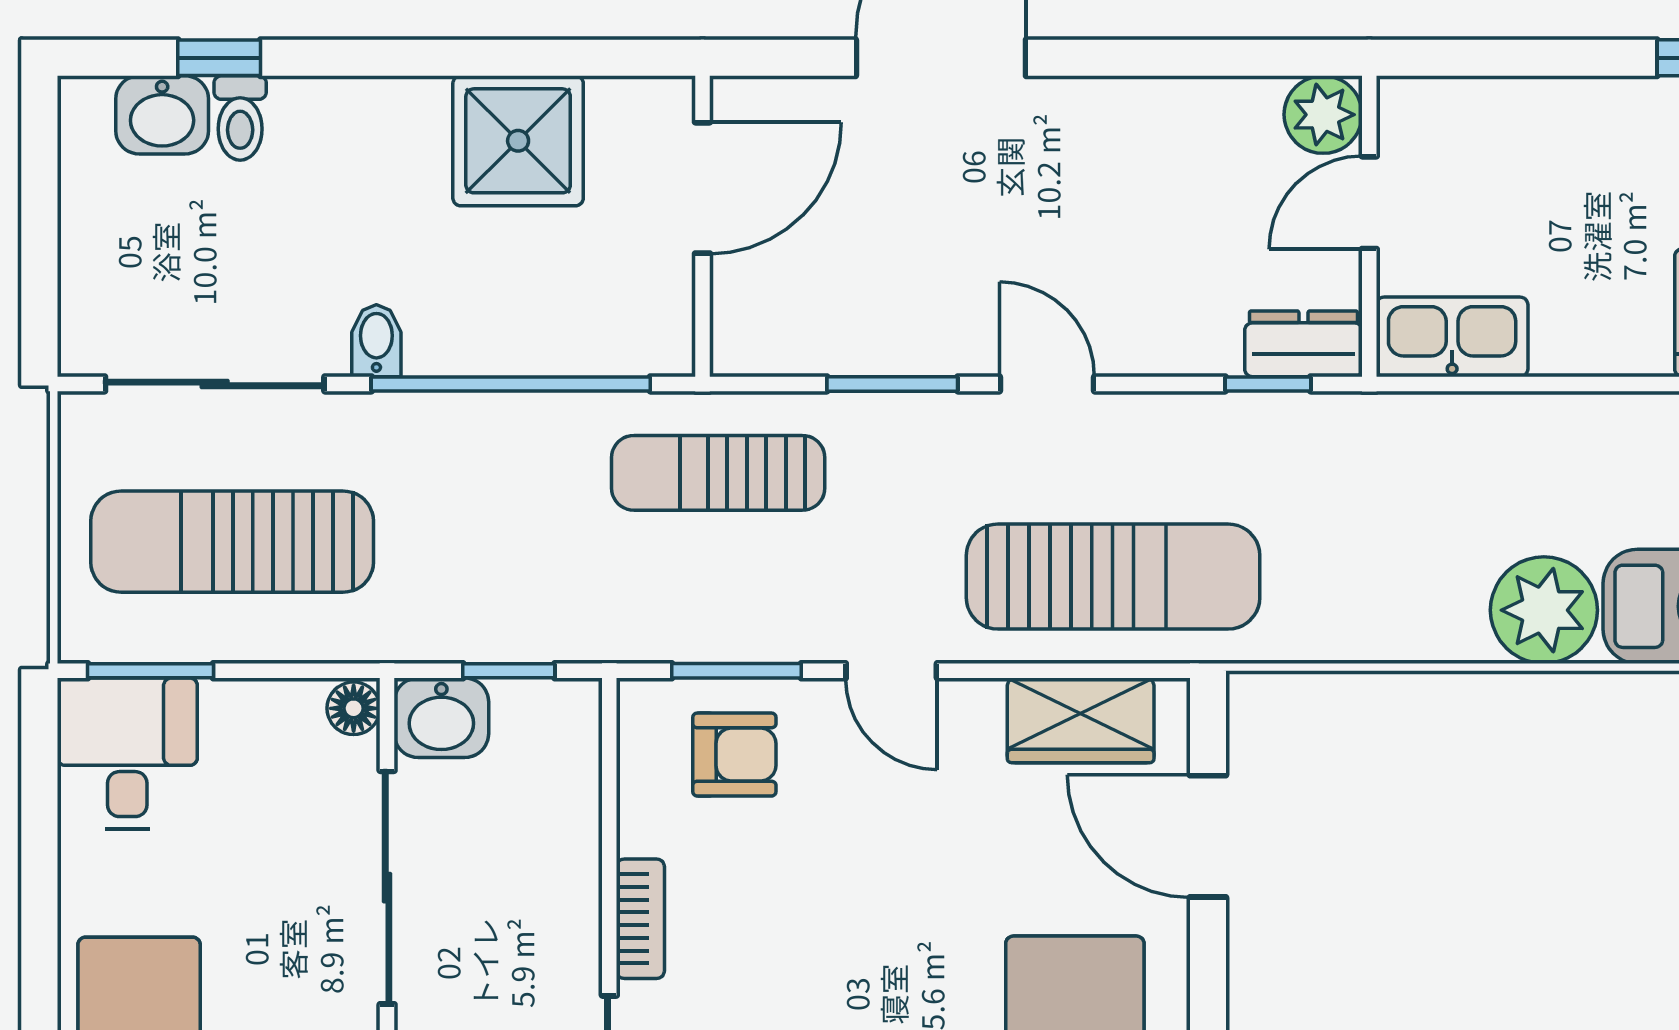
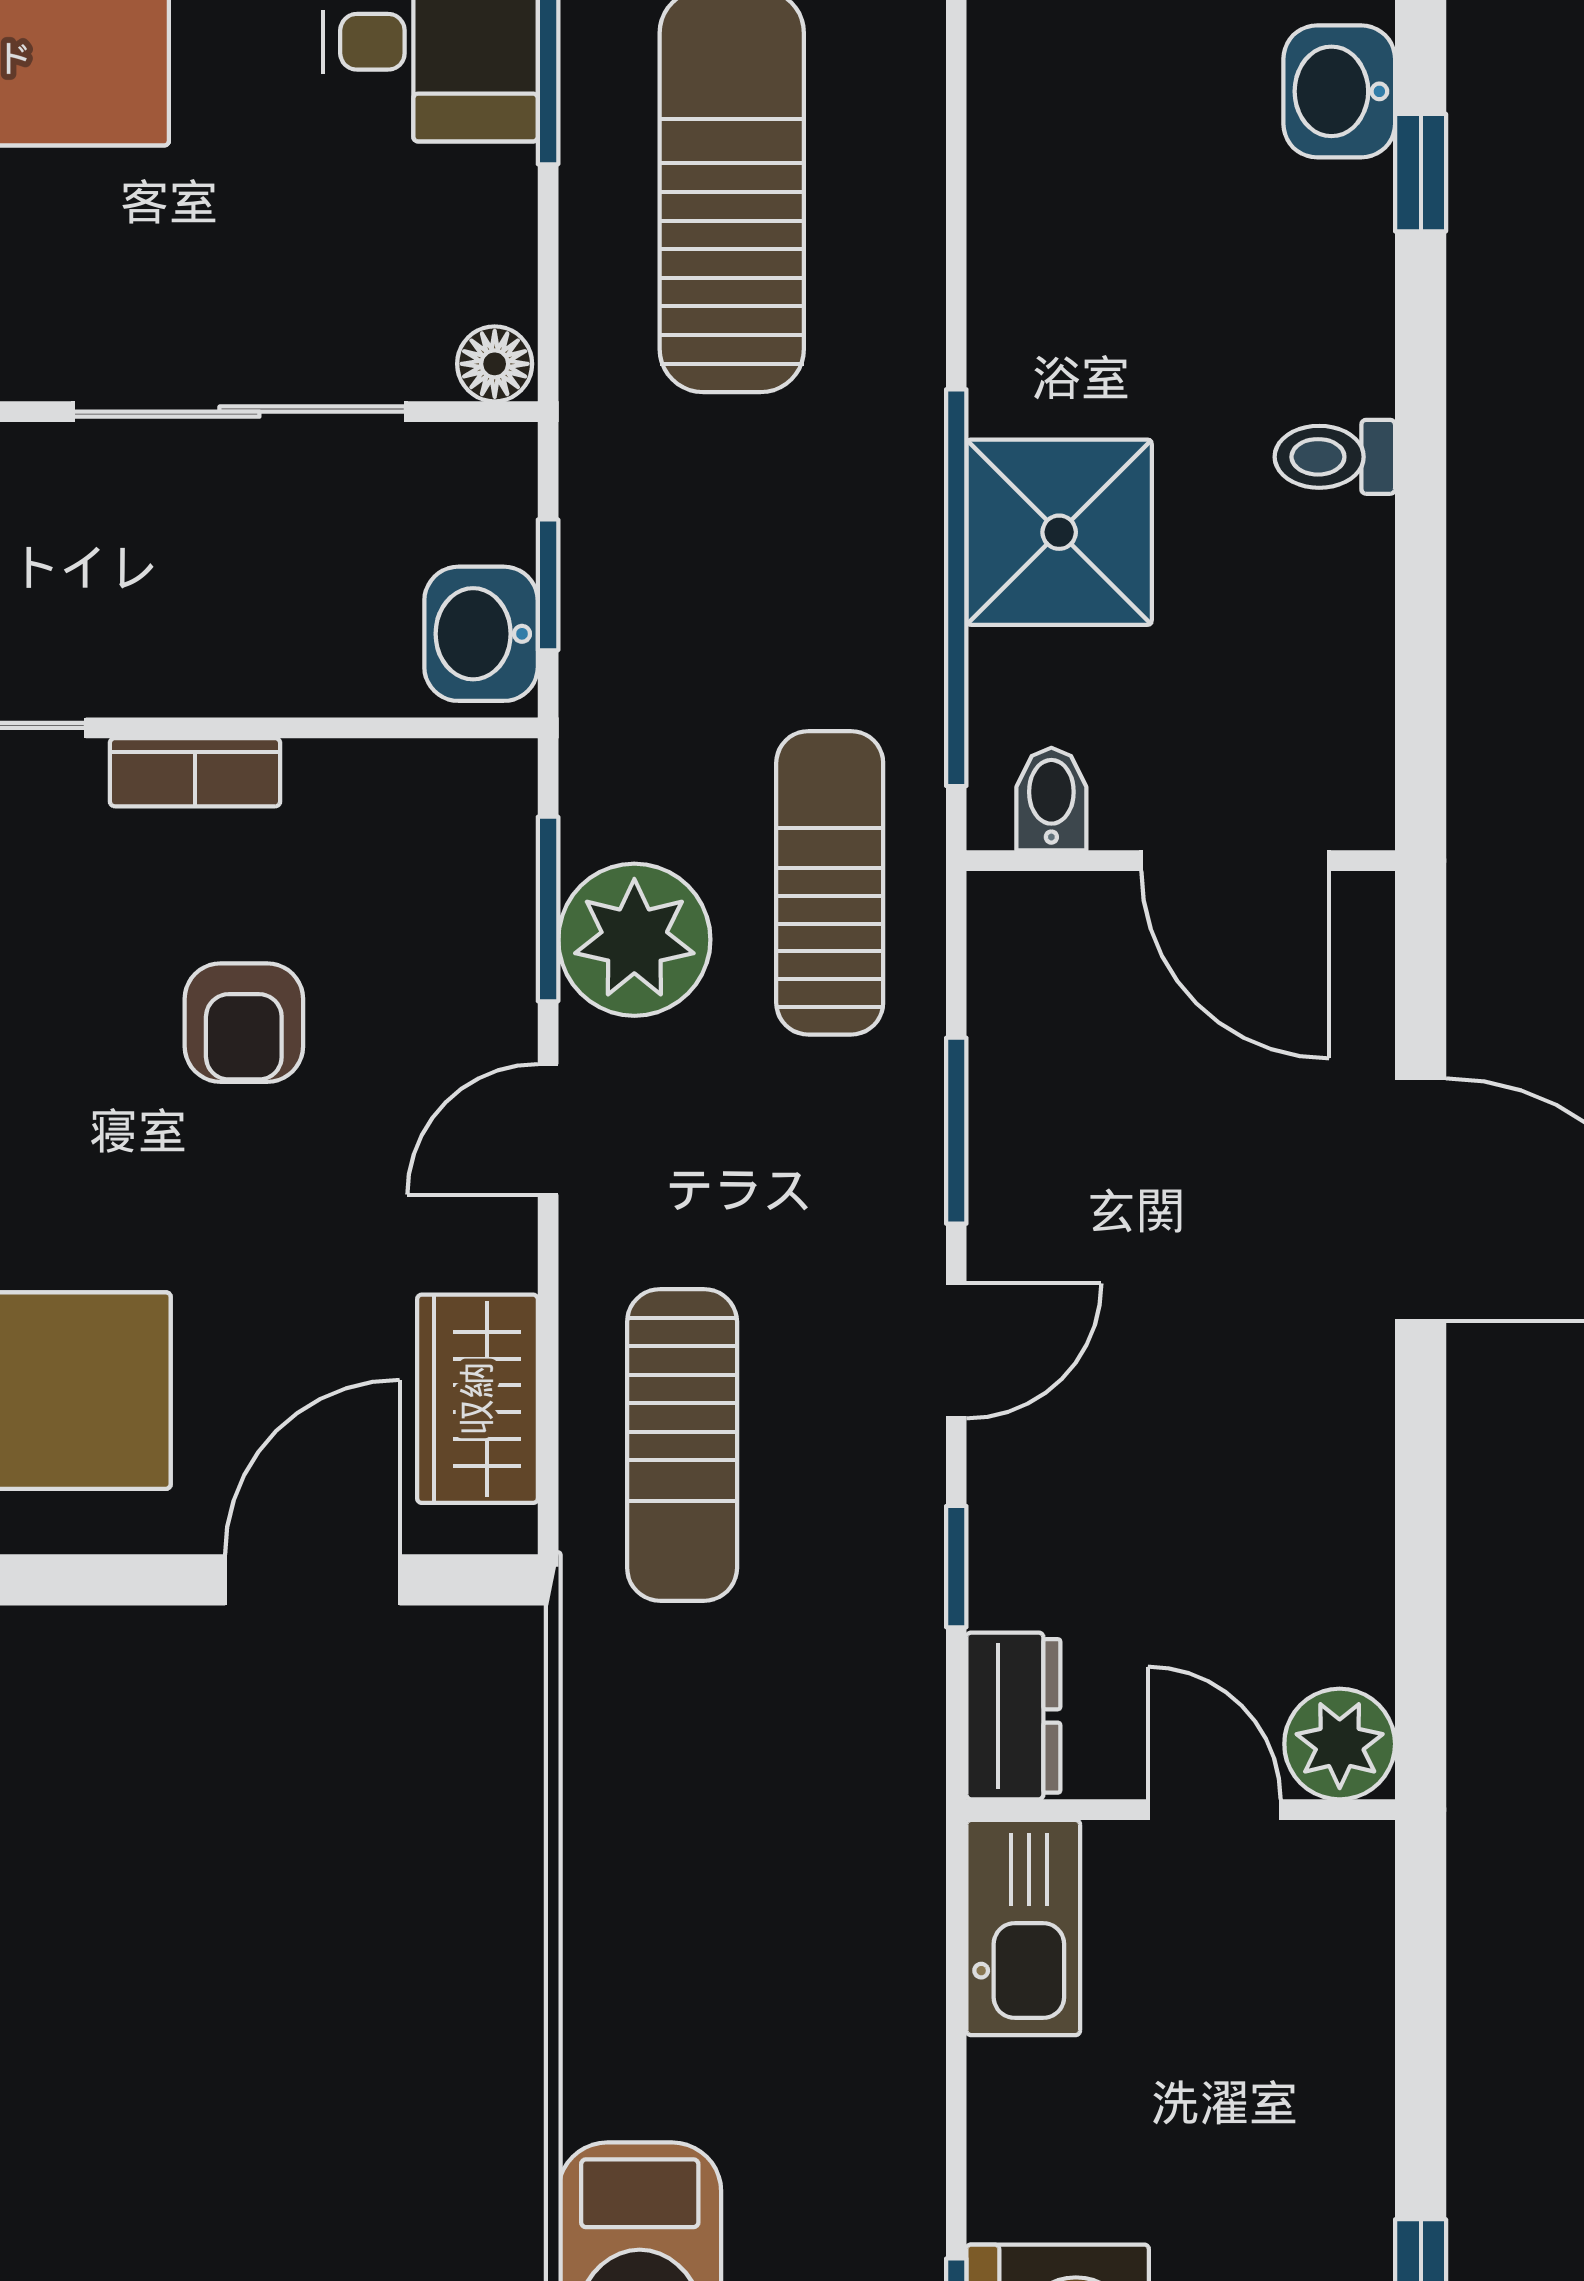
toilet: (240, 118) -> (1335, 457), moved
shower: (518, 141) -> (1059, 532), moved
bidet: (376, 341) -> (1051, 799), moved, turned -90
sliding door: (215, 384) -> (956, 166), removed
window: (1268, 384) -> (956, 1567), moved
sun lounger: (1113, 577) -> (682, 1445), width x0.73, depth x0.75
plant: (1544, 610) -> (634, 940), moved
washbasin: (441, 718) -> (481, 634), moved
armchair: (734, 755) -> (244, 1023), moved

